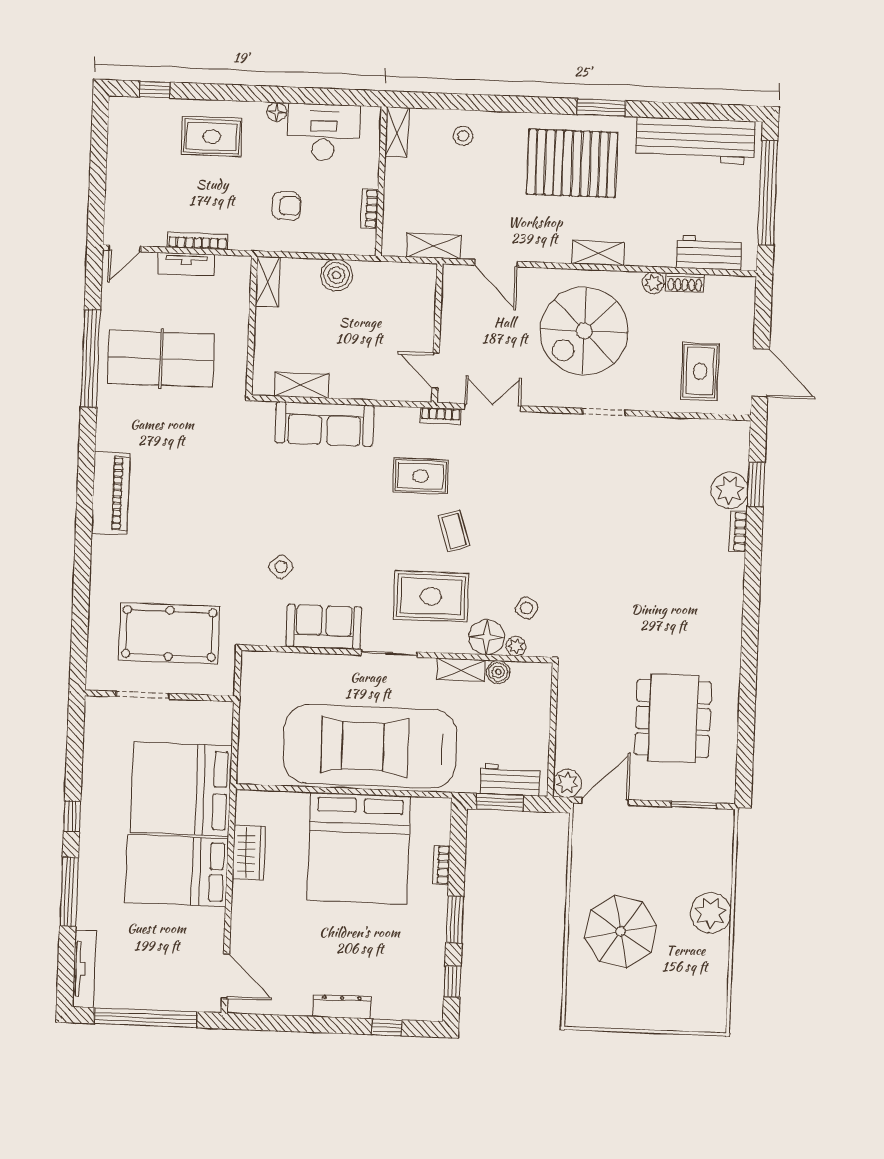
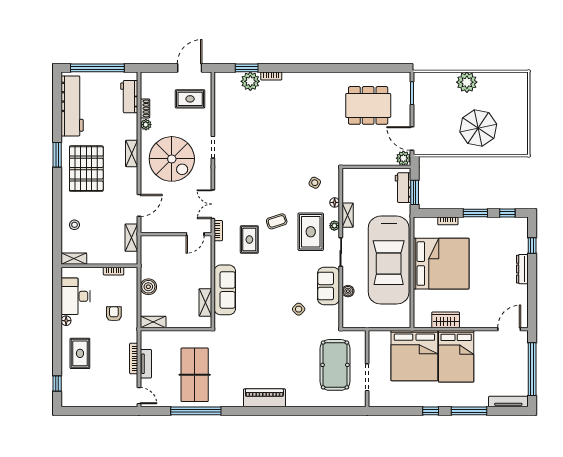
floor lamp: (487, 637) -> (335, 202), width x0.53, depth x0.53
plant: (516, 646) -> (334, 226), moved
boiler: (498, 672) -> (348, 291), moved

